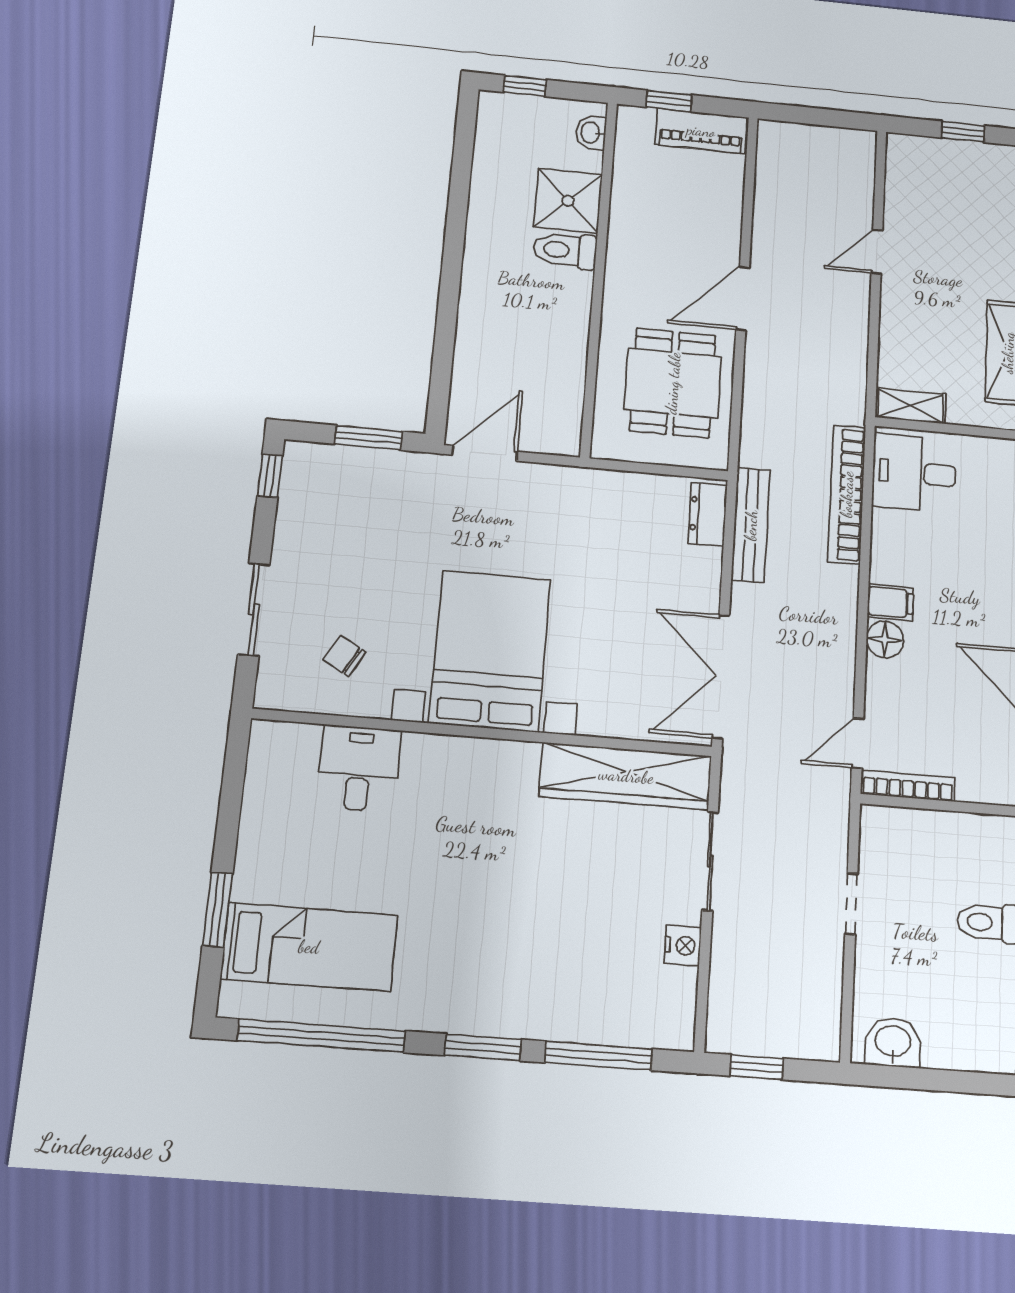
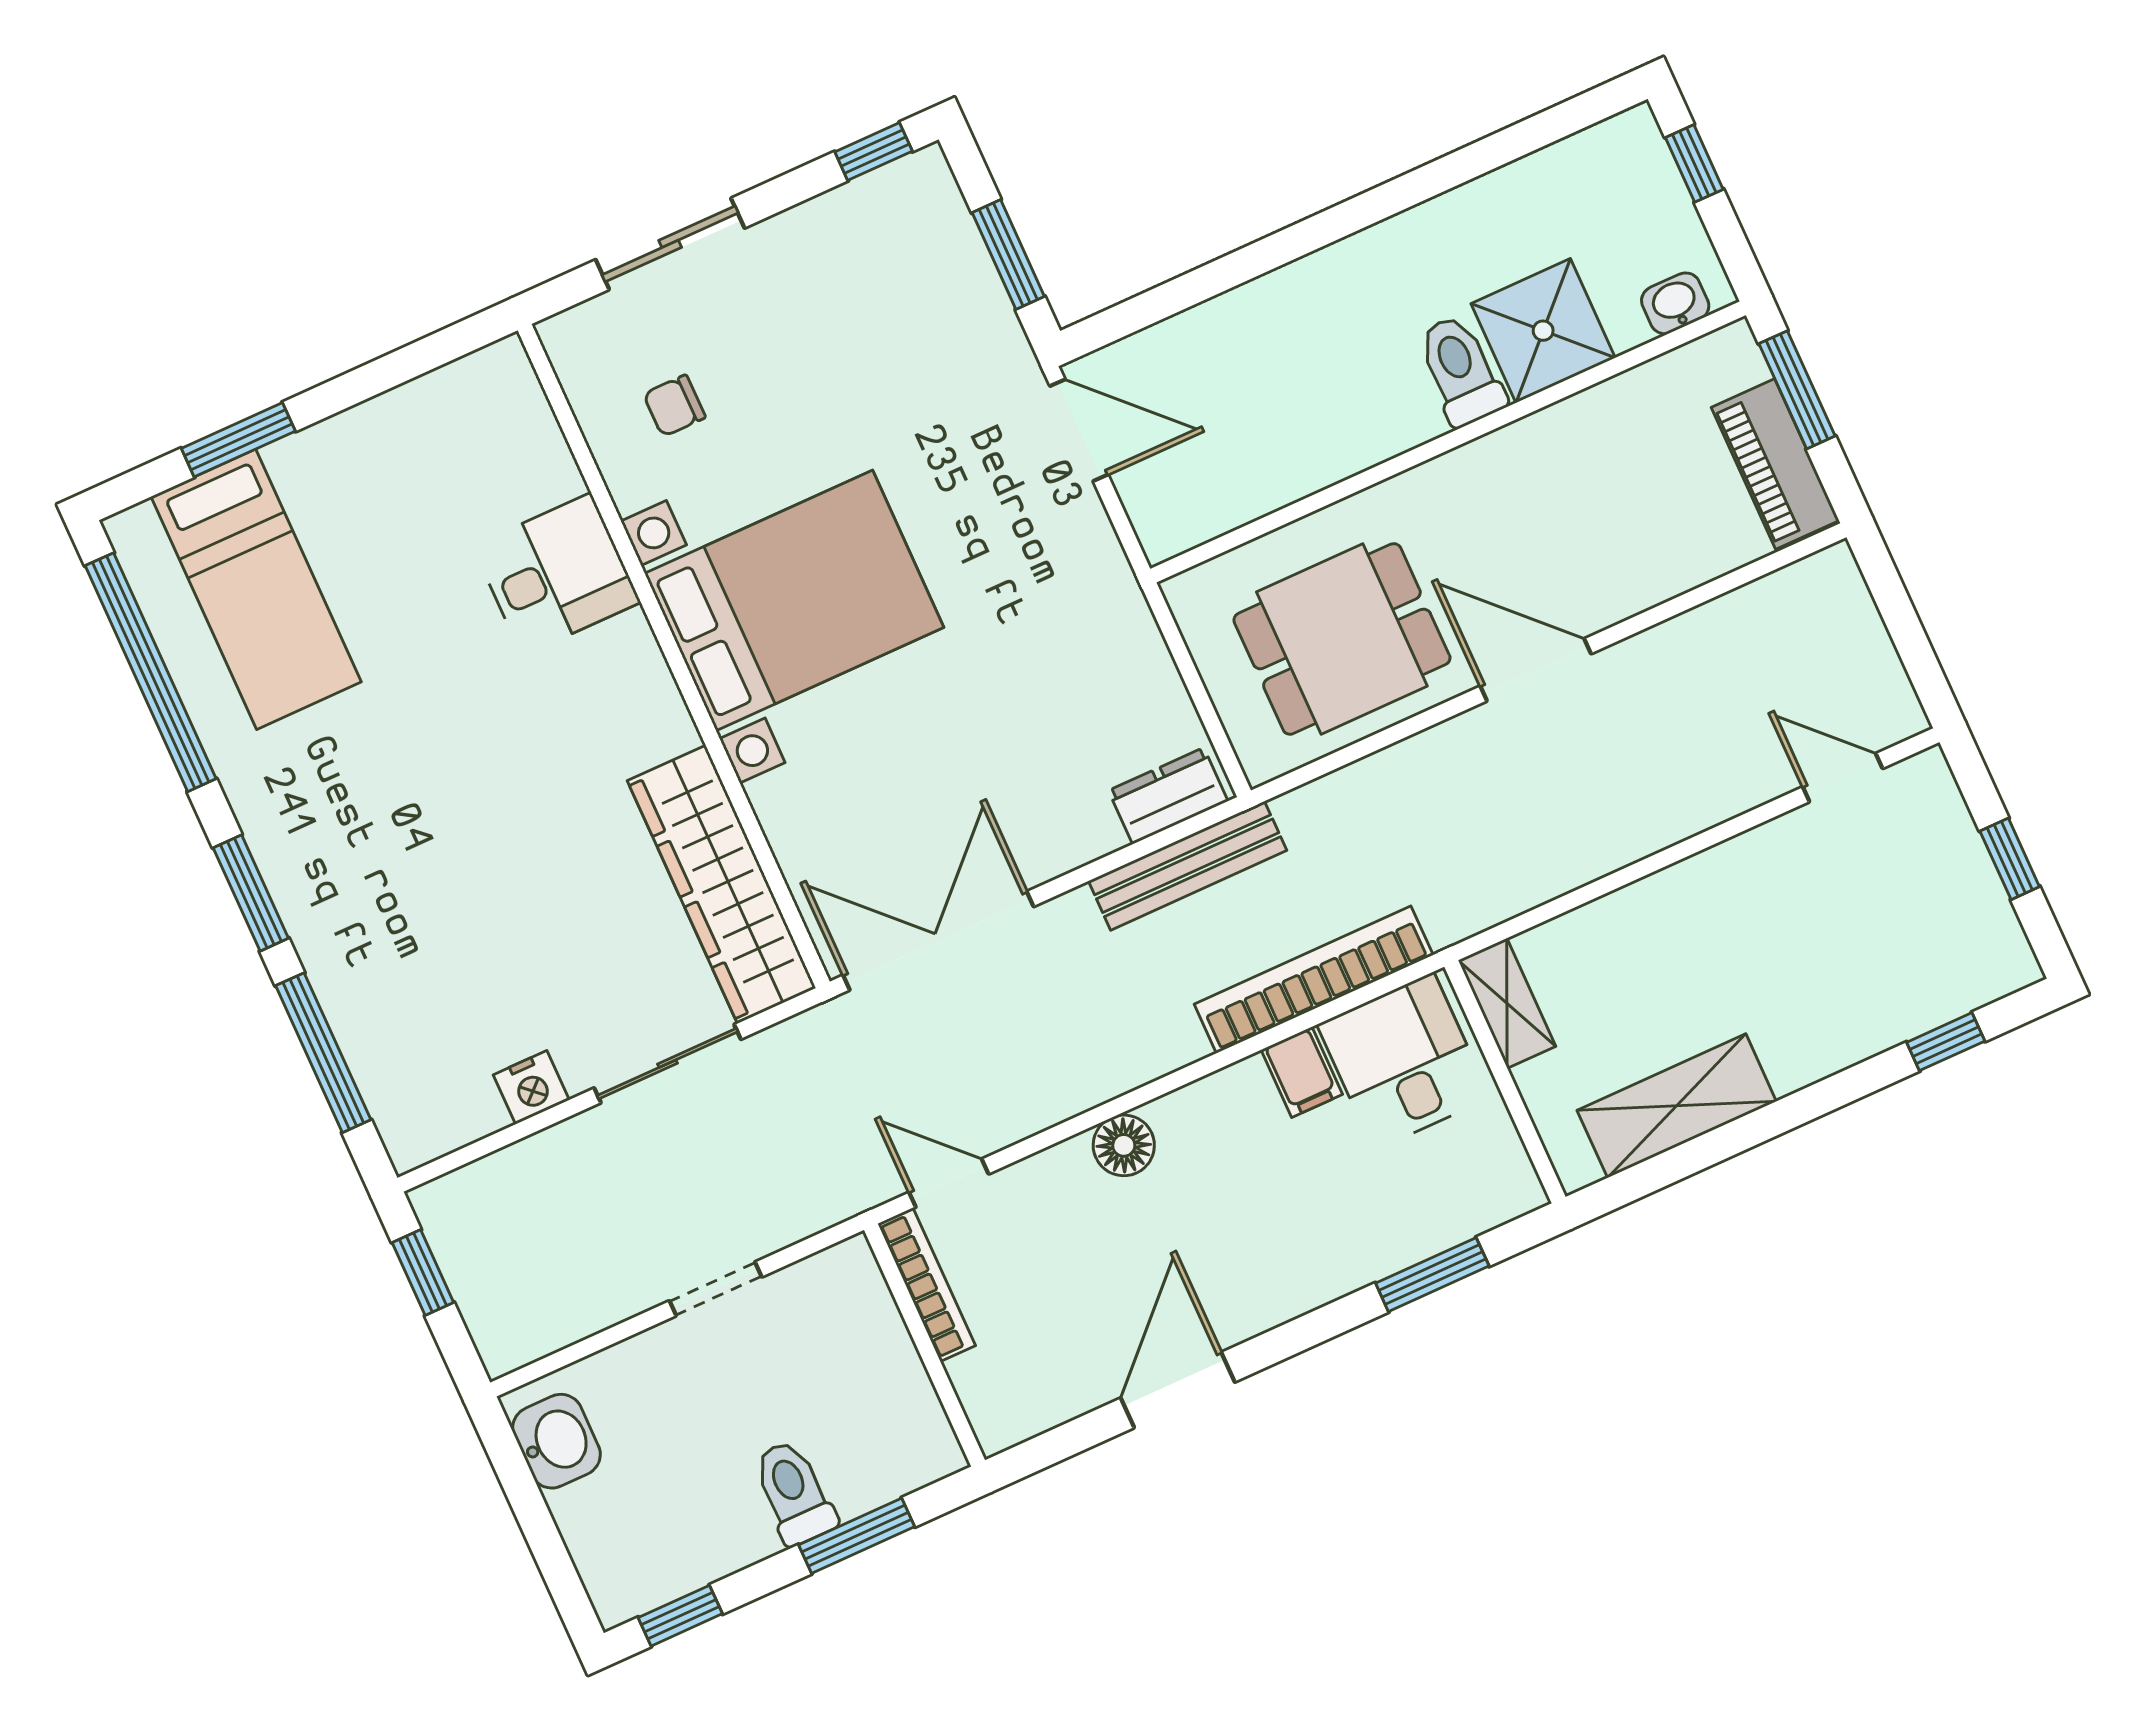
window: (669, 101) -> (1797, 390), width x1.50
door: (877, 252) -> (1843, 778), moved
filing cabinet: (890, 602) -> (1302, 1072), moved
chair: (345, 656) -> (674, 406), turned -119
desk: (359, 768) -> (557, 574), moved

